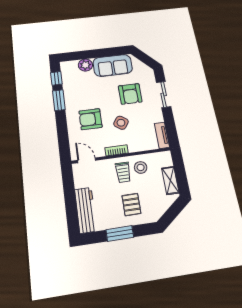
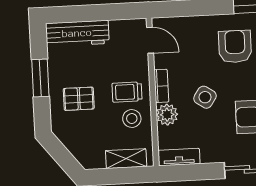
armchair: (91, 119) -> (235, 46), moved
plant: (135, 145) -> (167, 115), added
door: (87, 160) -> (150, 40), hinge flipped
shelving: (170, 180) -> (126, 159), moved

